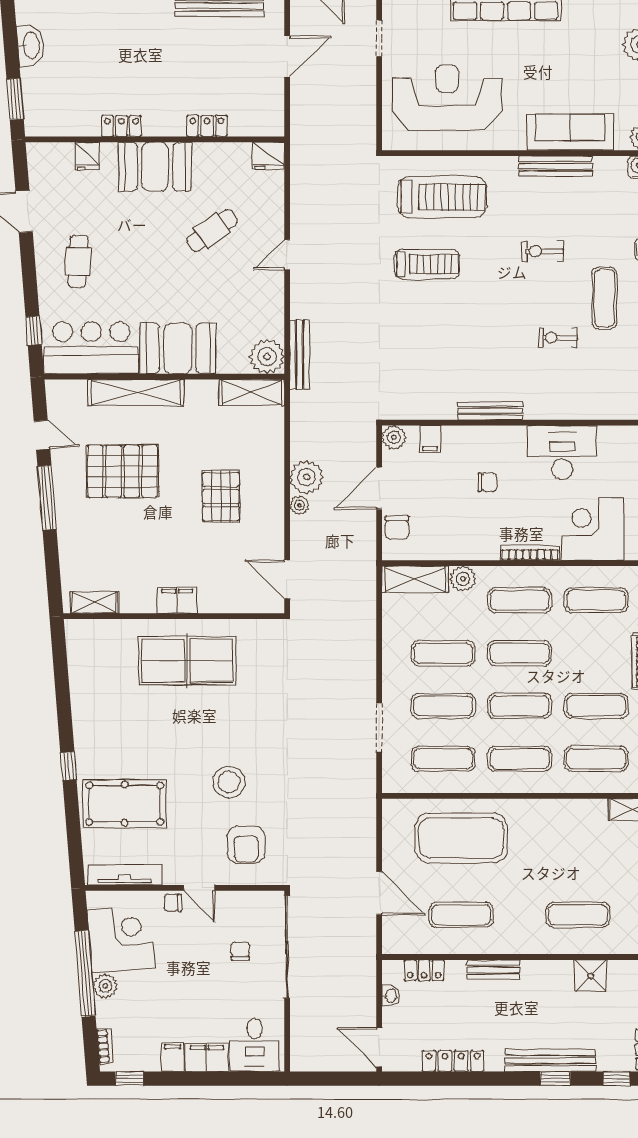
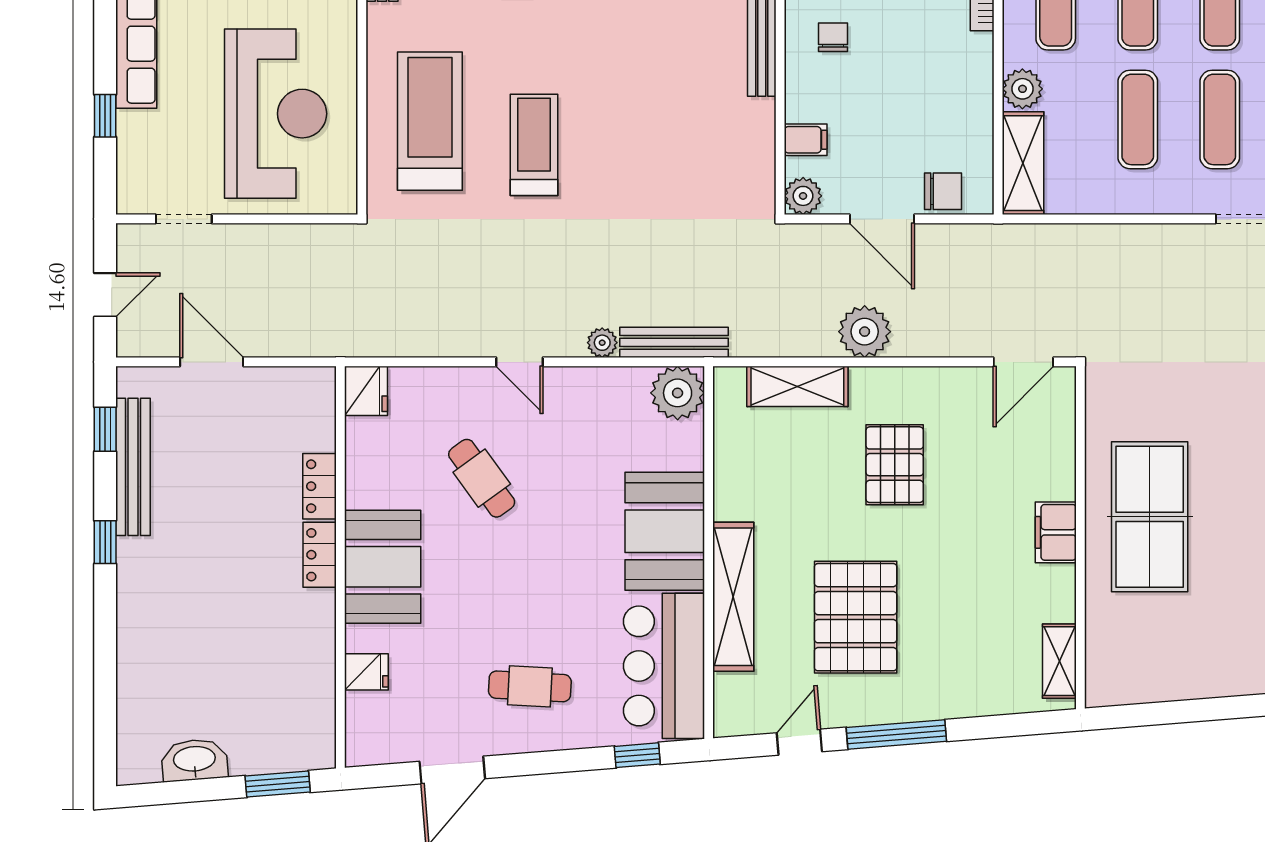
reception desk: (447, 98) -> (276, 114), turned 180
locker: (121, 126) -> (320, 555), moved
shelving: (252, 392) -> (797, 386), moved, turned 90
chair: (487, 482) -> (833, 37), moved
pallet: (221, 496) -> (895, 465), turned 90
plant: (299, 505) -> (602, 343), moved

